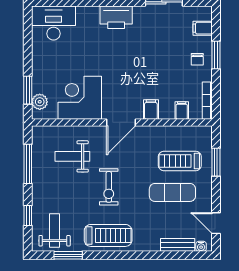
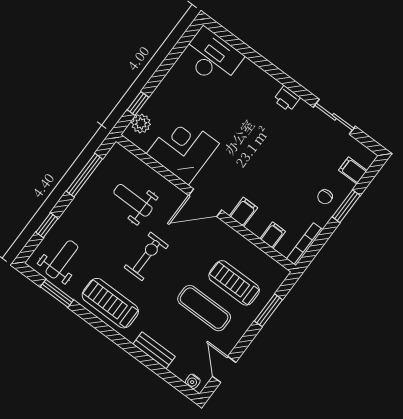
printer: (116, 17) -> (287, 99), width x0.53, depth x0.68
window: (28, 90) -> (138, 104), width x0.67
exercise bike: (109, 187) -> (146, 256), turned 180
treadmill: (108, 235) -> (110, 303), turned 180
bench: (178, 245) -> (154, 350), moved

